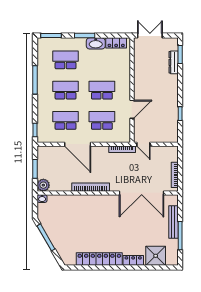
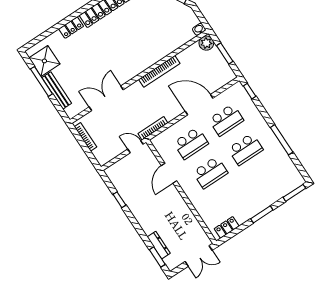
washbasin: (96, 43) -> (246, 214), removed
school desk: (66, 60) -> (265, 179), removed
double door: (142, 193) -> (106, 98), width x0.73
shower: (156, 256) -> (44, 61), moved

